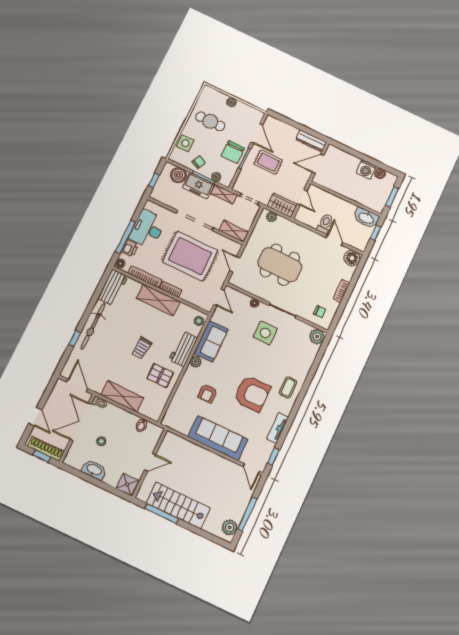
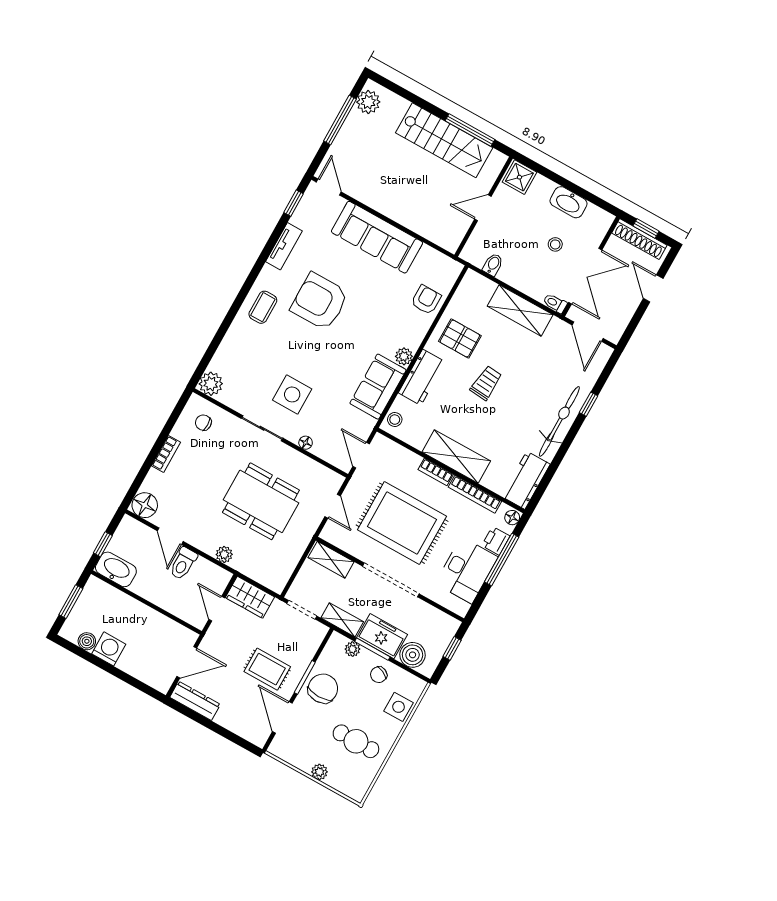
plant: (272, 217) -> (224, 554), moved
armchair: (208, 393) -> (426, 300), moved

